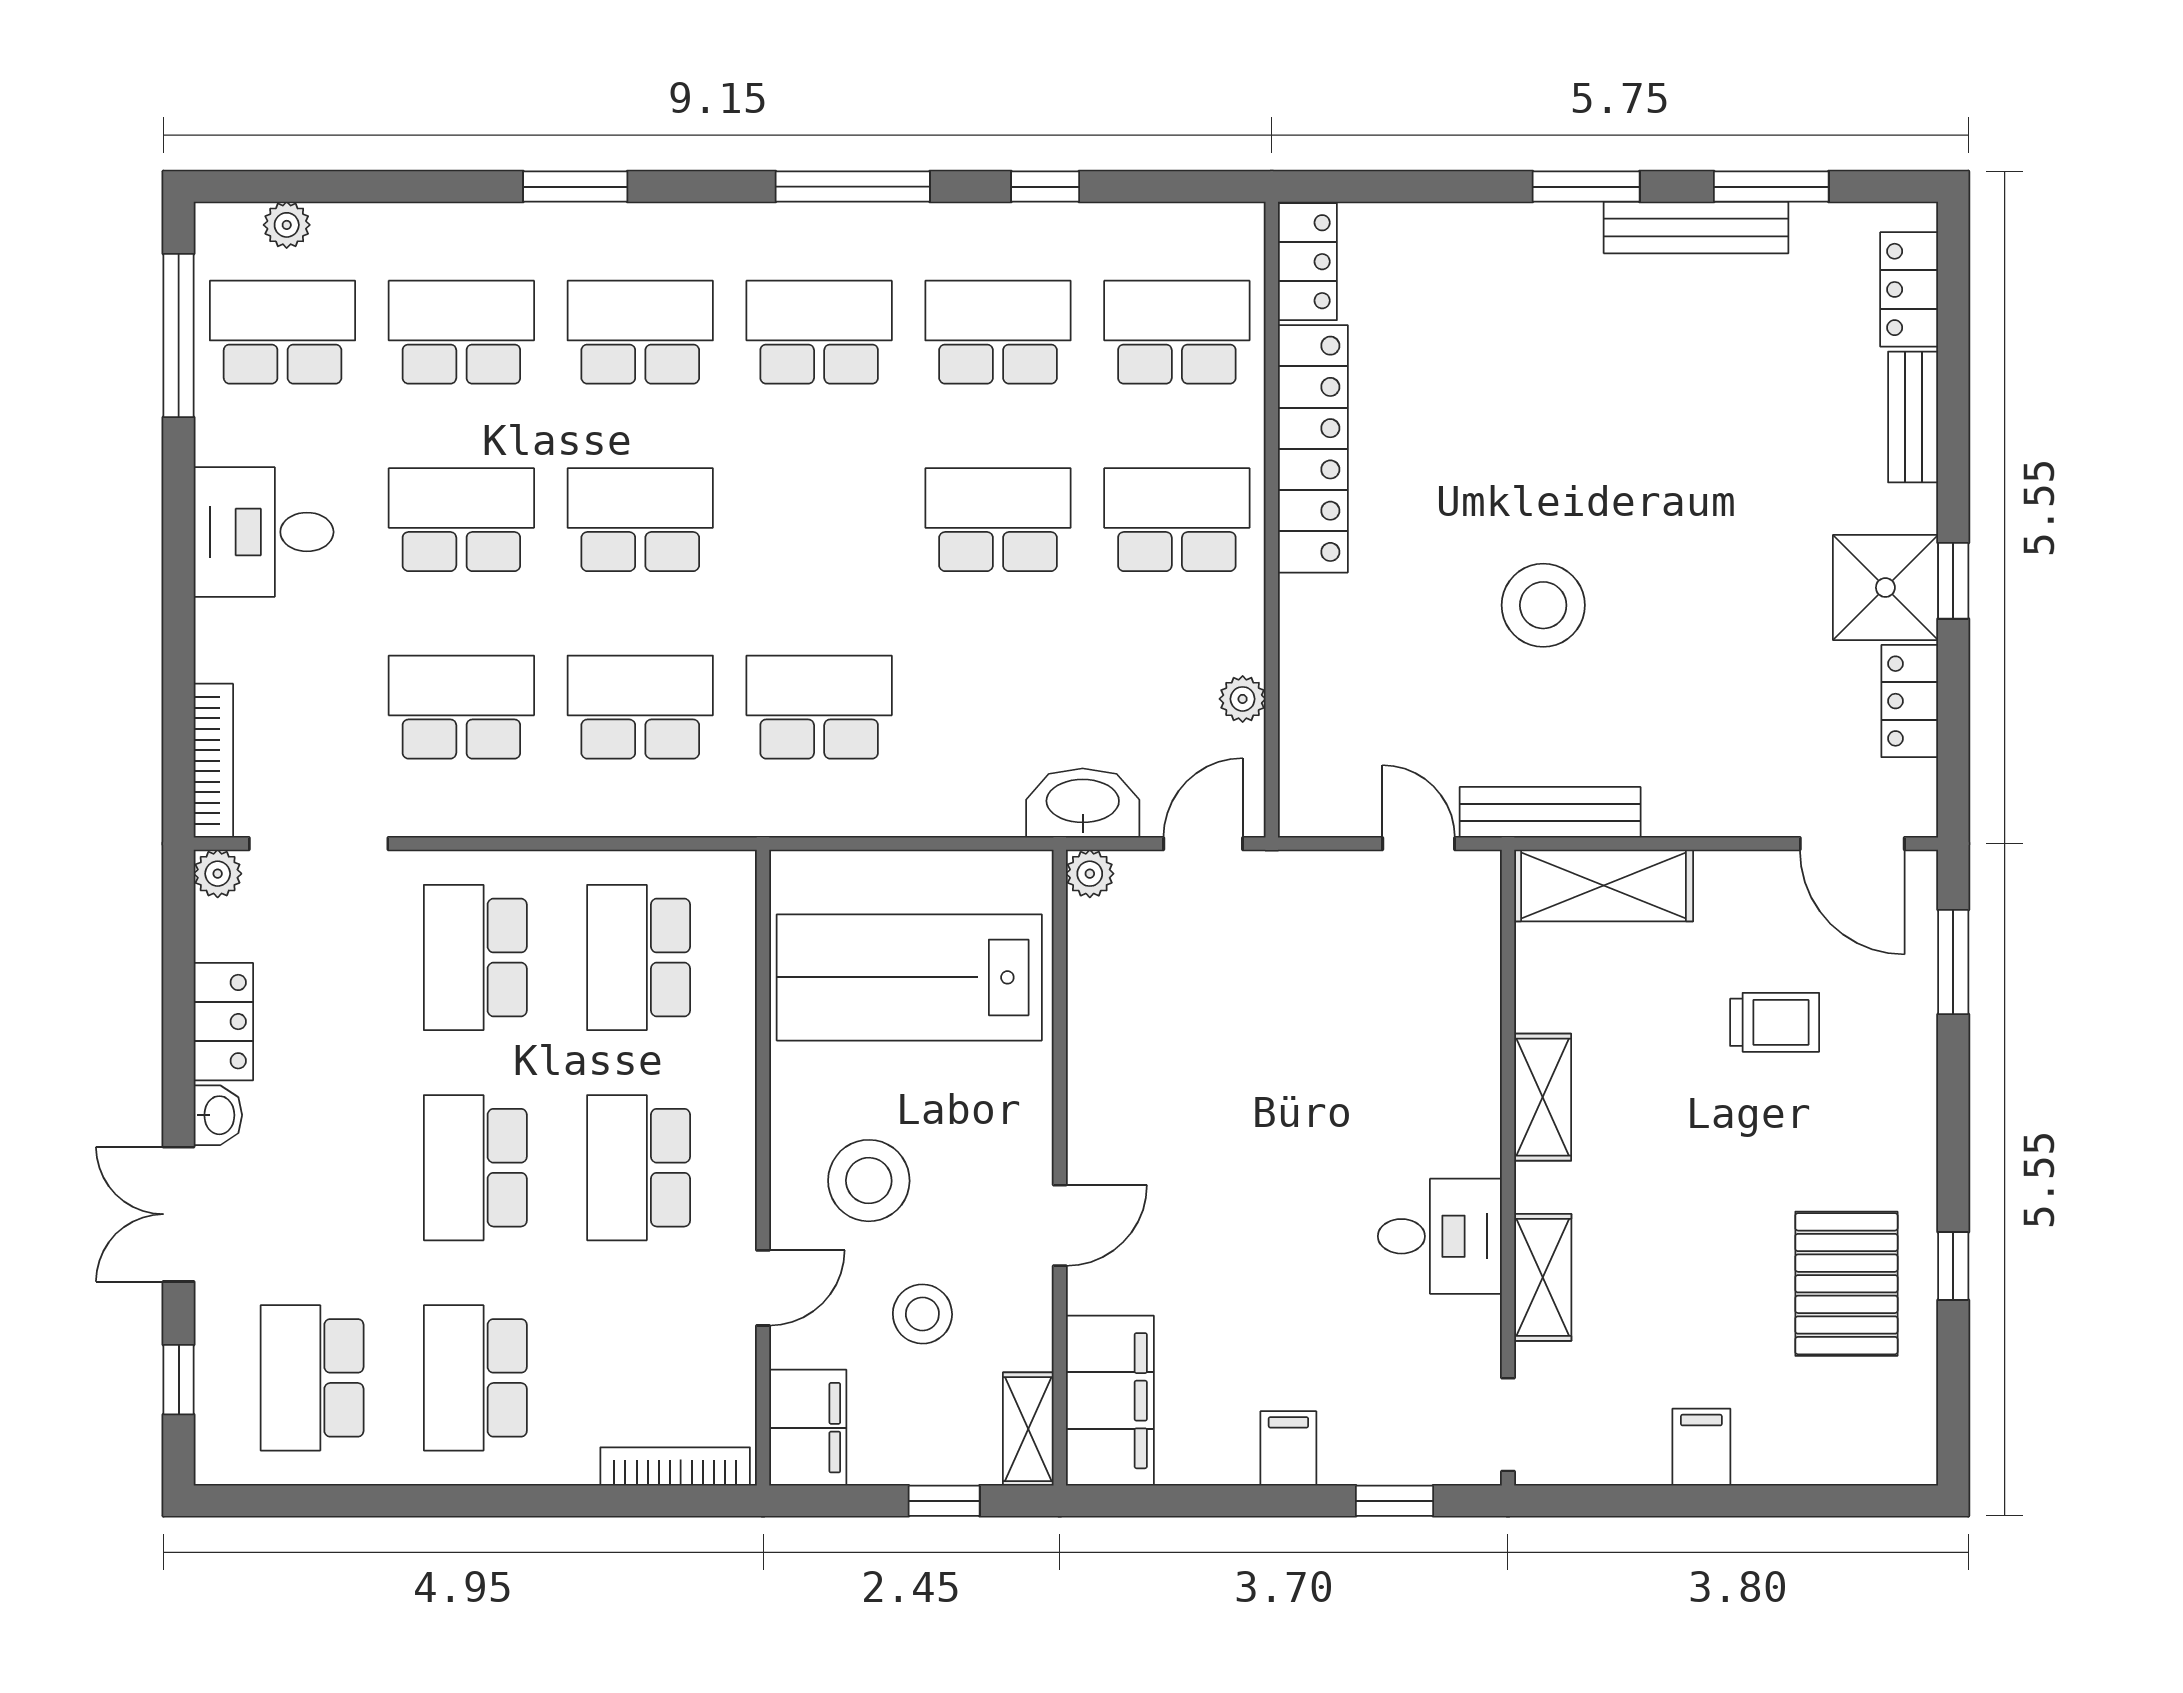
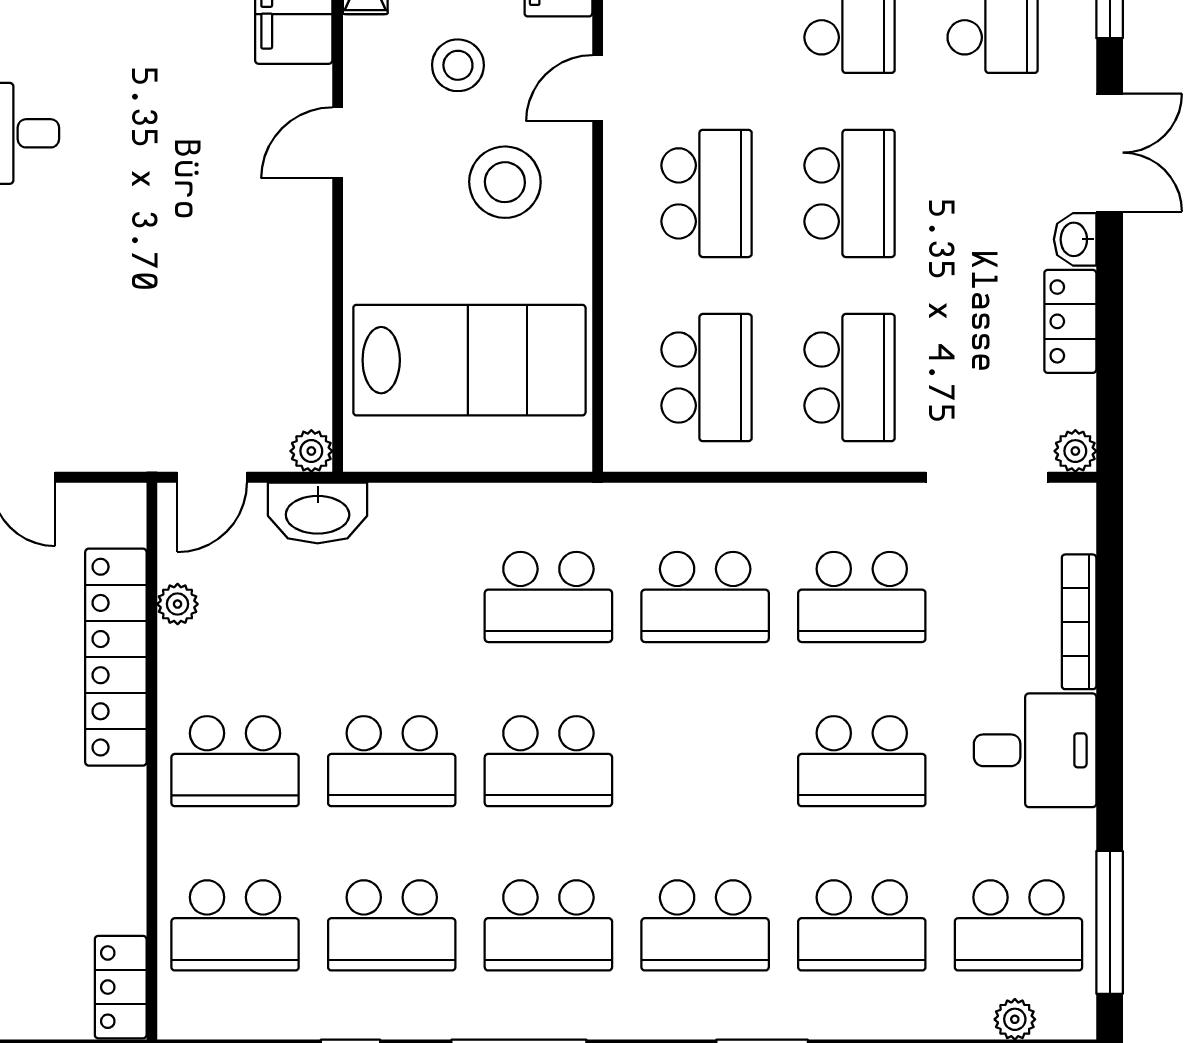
locker: (1313, 449) -> (116, 657), moved
school desk: (640, 520) -> (548, 761), moved
bookcase: (213, 761) -> (1079, 622), moved

